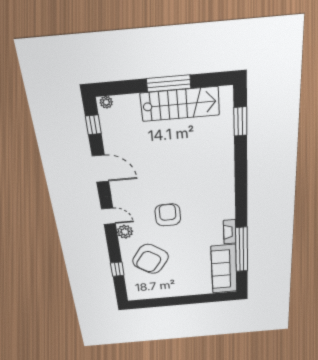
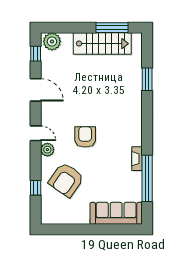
window: (169, 84) -> (112, 28), moved
plant: (106, 102) -> (52, 41), width x1.88, depth x1.88
window: (240, 121) -> (147, 79), moved
sofa: (224, 269) -> (116, 213), moved, turned 90

